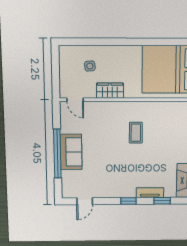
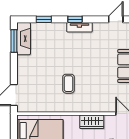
tv unit: (150, 193) -> (79, 27), moved

